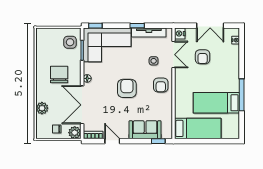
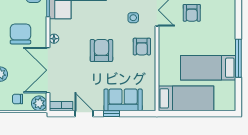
window: (158, 141) -> (111, 114), moved

